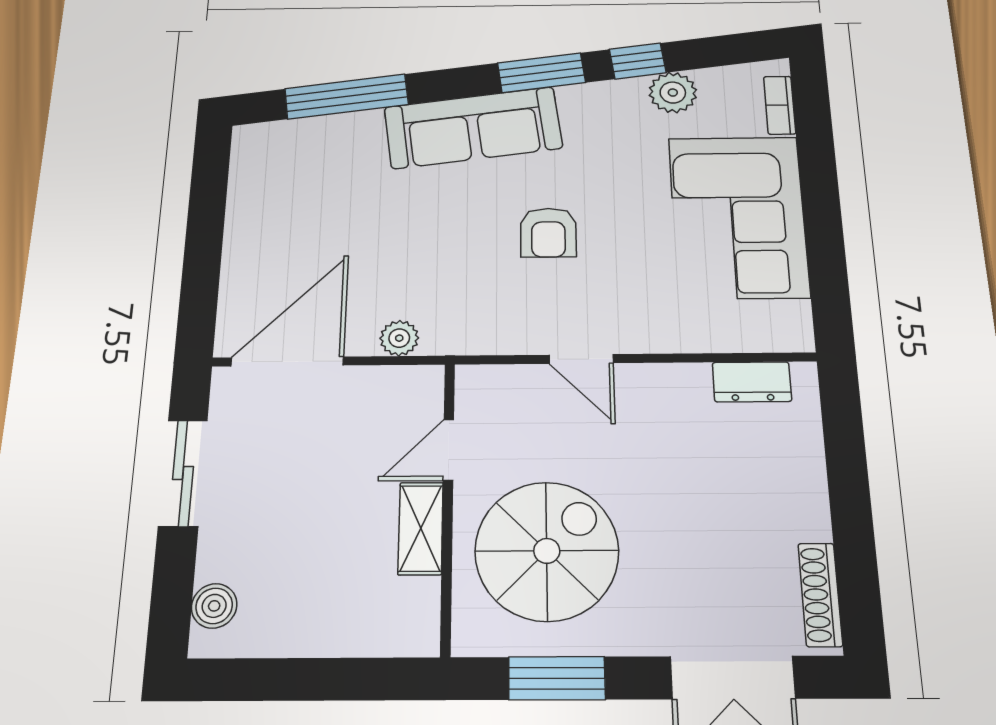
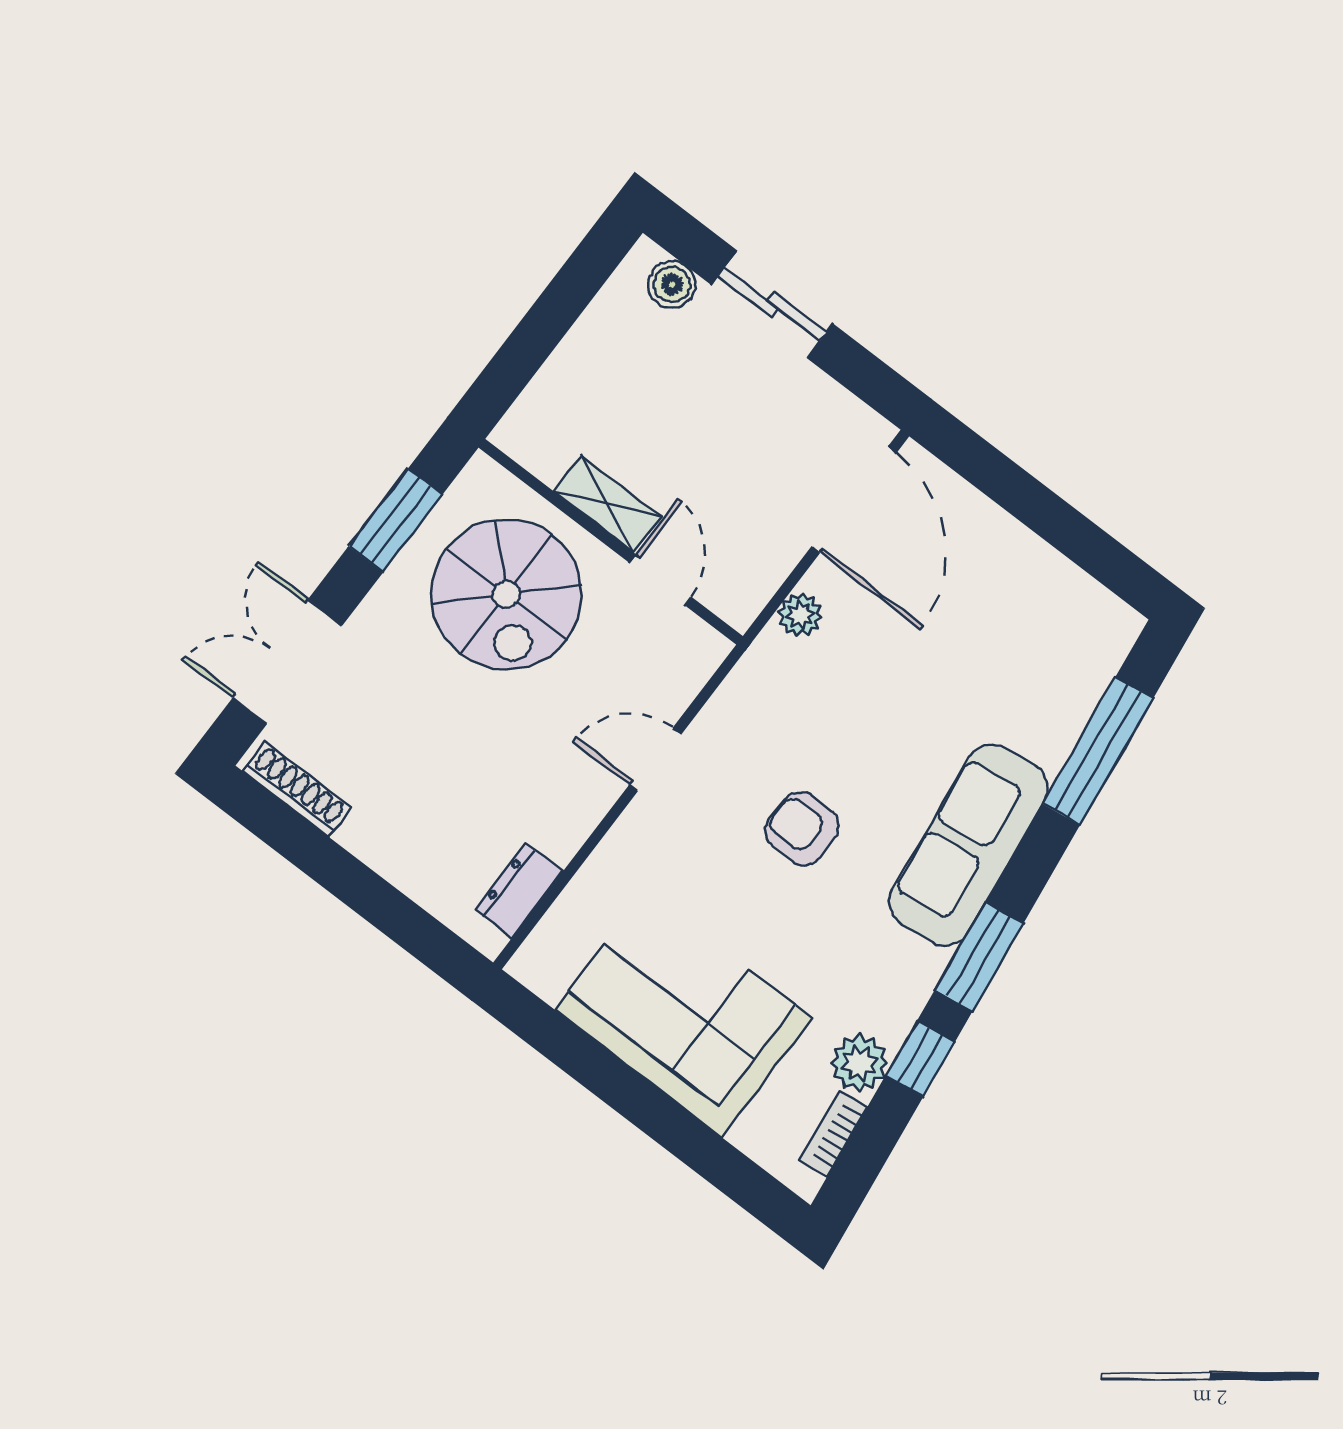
bookcase: (780, 105) -> (833, 1133), moved, turned -97
sliding door: (183, 473) -> (772, 304), moved

